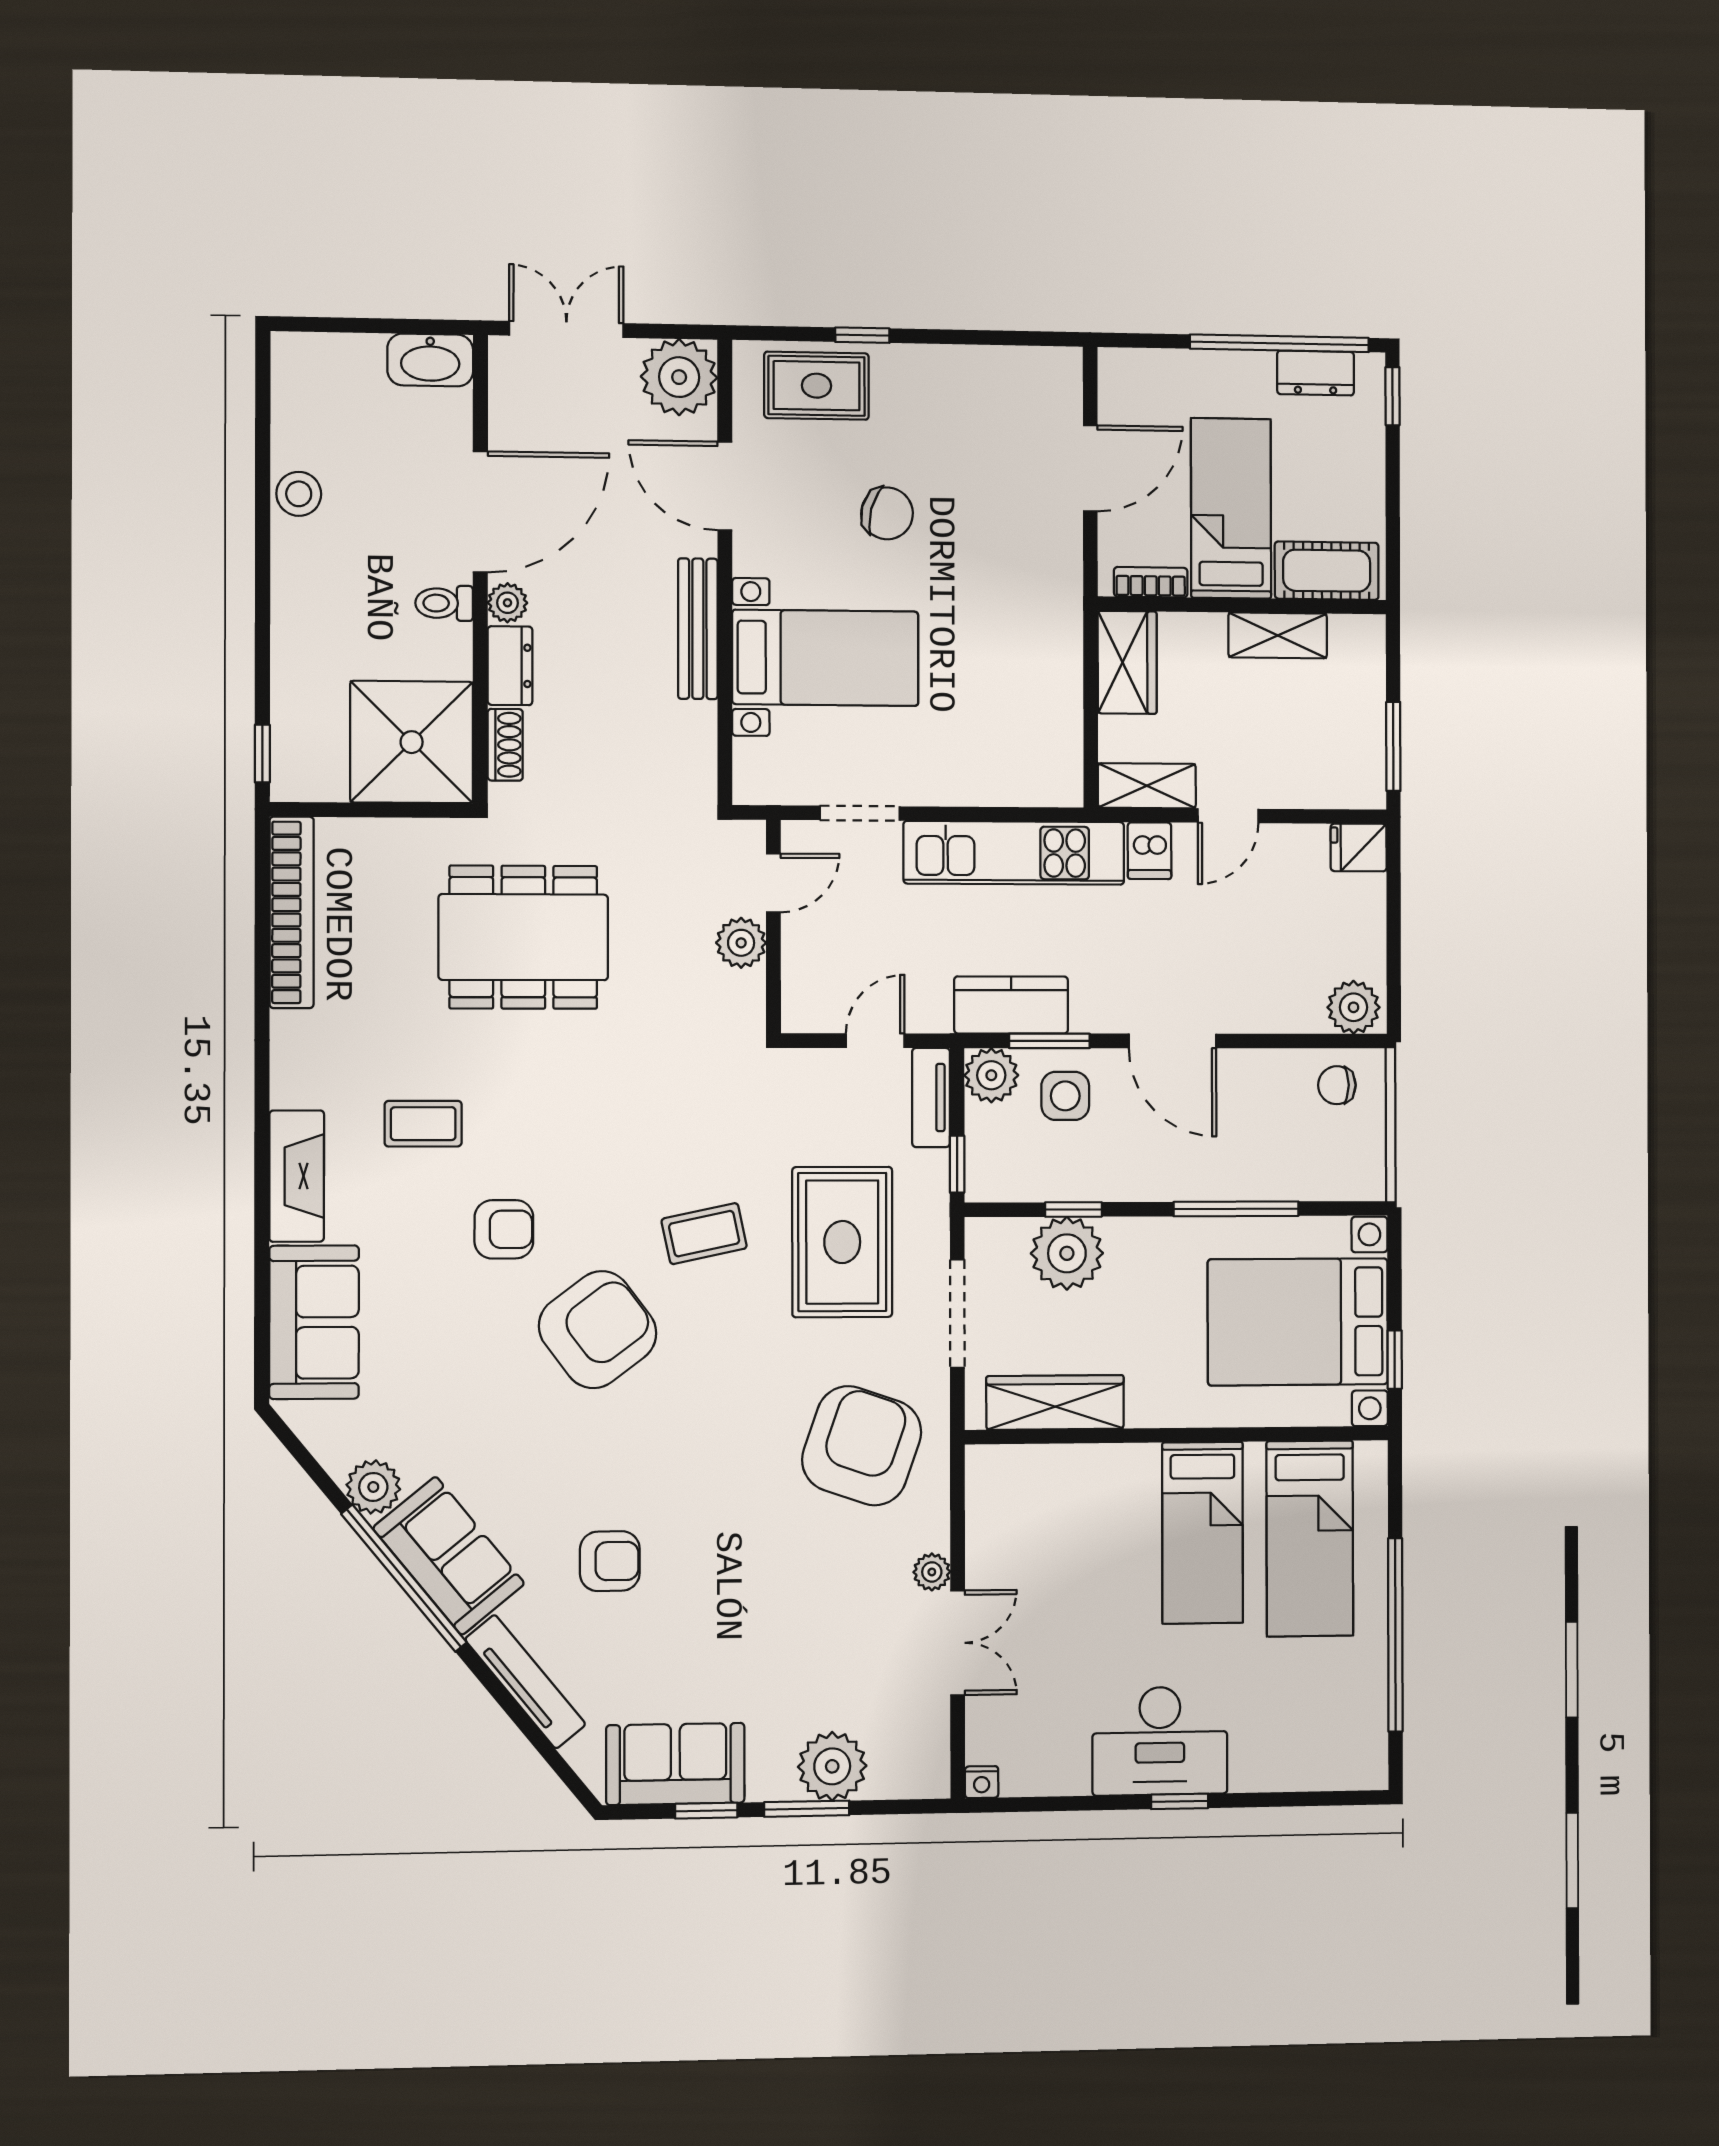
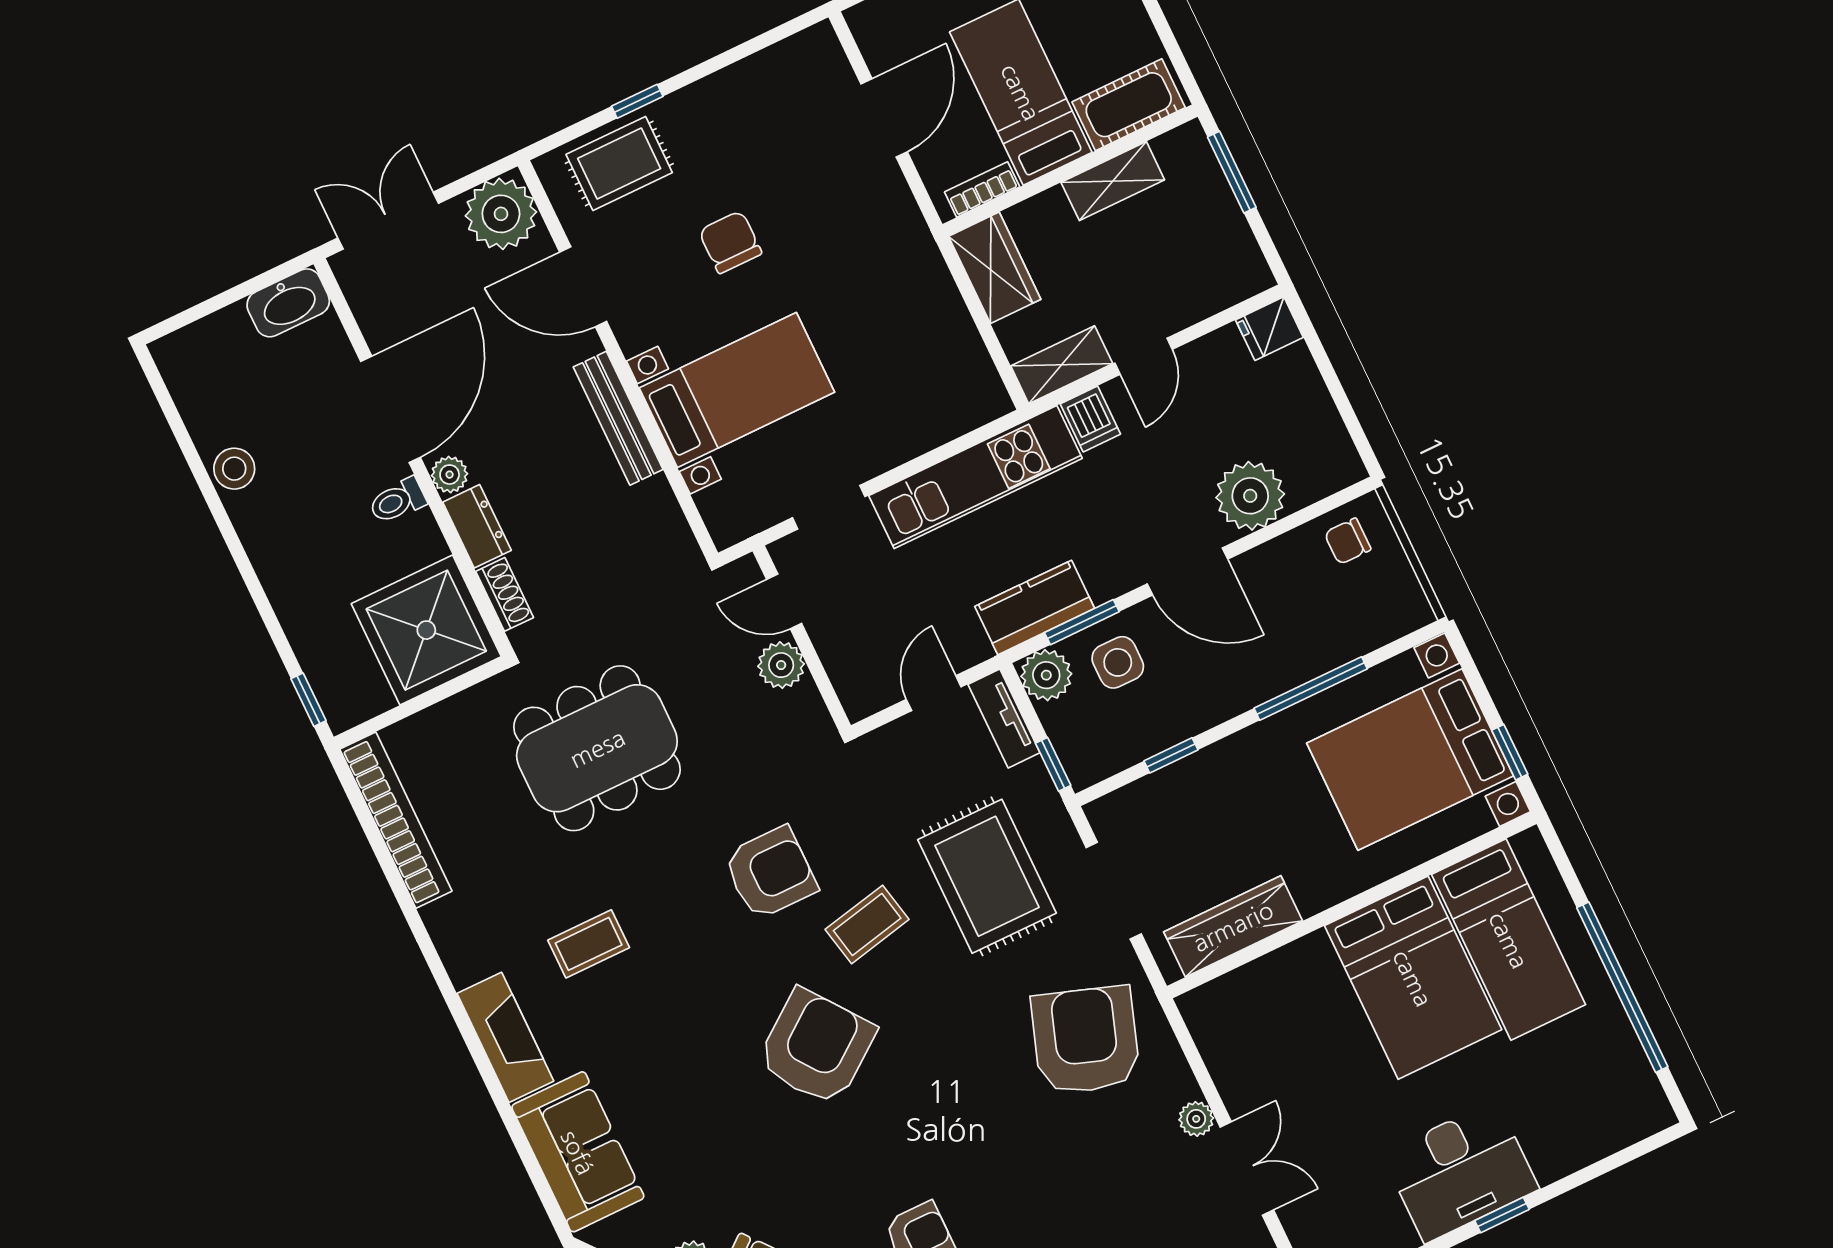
chair: (887, 513) -> (730, 242), turned -105
window: (1393, 746) -> (1232, 172), moved
door: (773, 883) -> (784, 601), swing flipped
plant: (1354, 1007) -> (1250, 496), moved, width x1.36, depth x1.36
armchair: (504, 1229) -> (770, 873), moved, width x1.38, depth x1.38
plant: (1067, 1253) -> (1183, 795), removed
bed: (1203, 1533) -> (1413, 978), width x1.50

